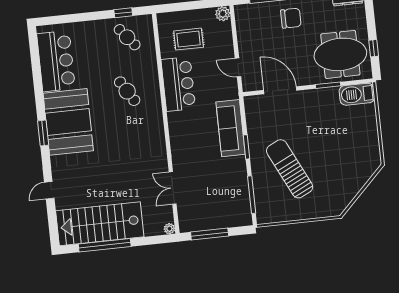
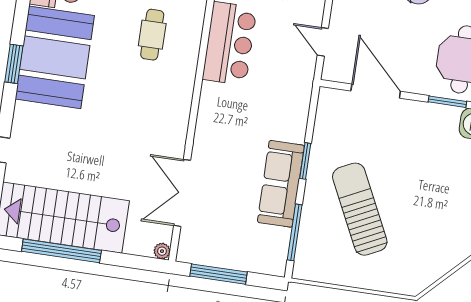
cafe table: (127, 91) -> (152, 35), turned 32
sofa: (231, 128) -> (281, 184), moved
double door: (173, 188) -> (182, 193), width x1.37

